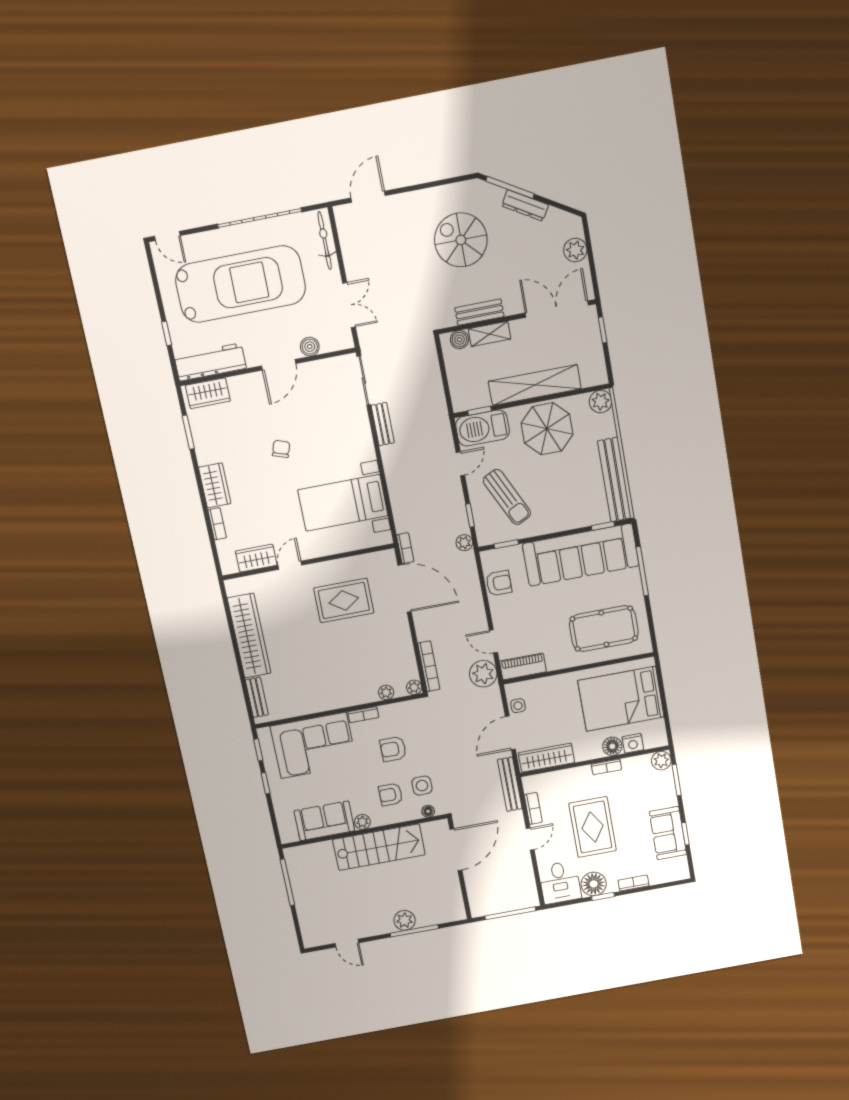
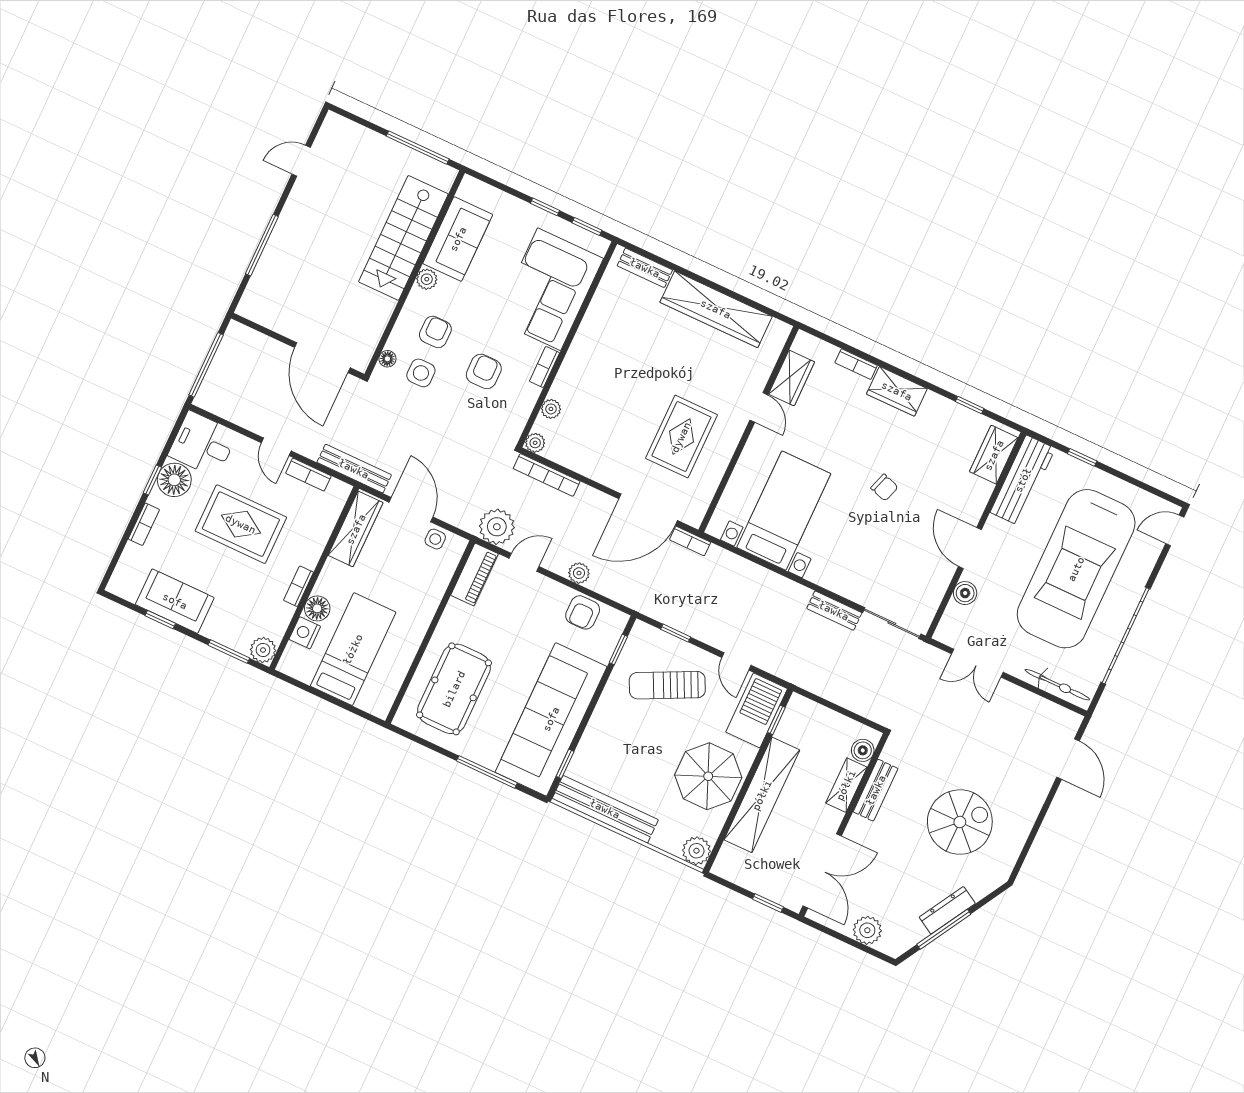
window: (510, 187) -> (944, 929), moved
window: (188, 432) -> (970, 405), width x0.67
plant: (464, 543) -> (579, 573), moved
bed: (621, 699) -> (353, 649), width x0.67
stairs: (379, 847) -> (403, 238), moved
plant: (405, 920) -> (282, 243), removed

